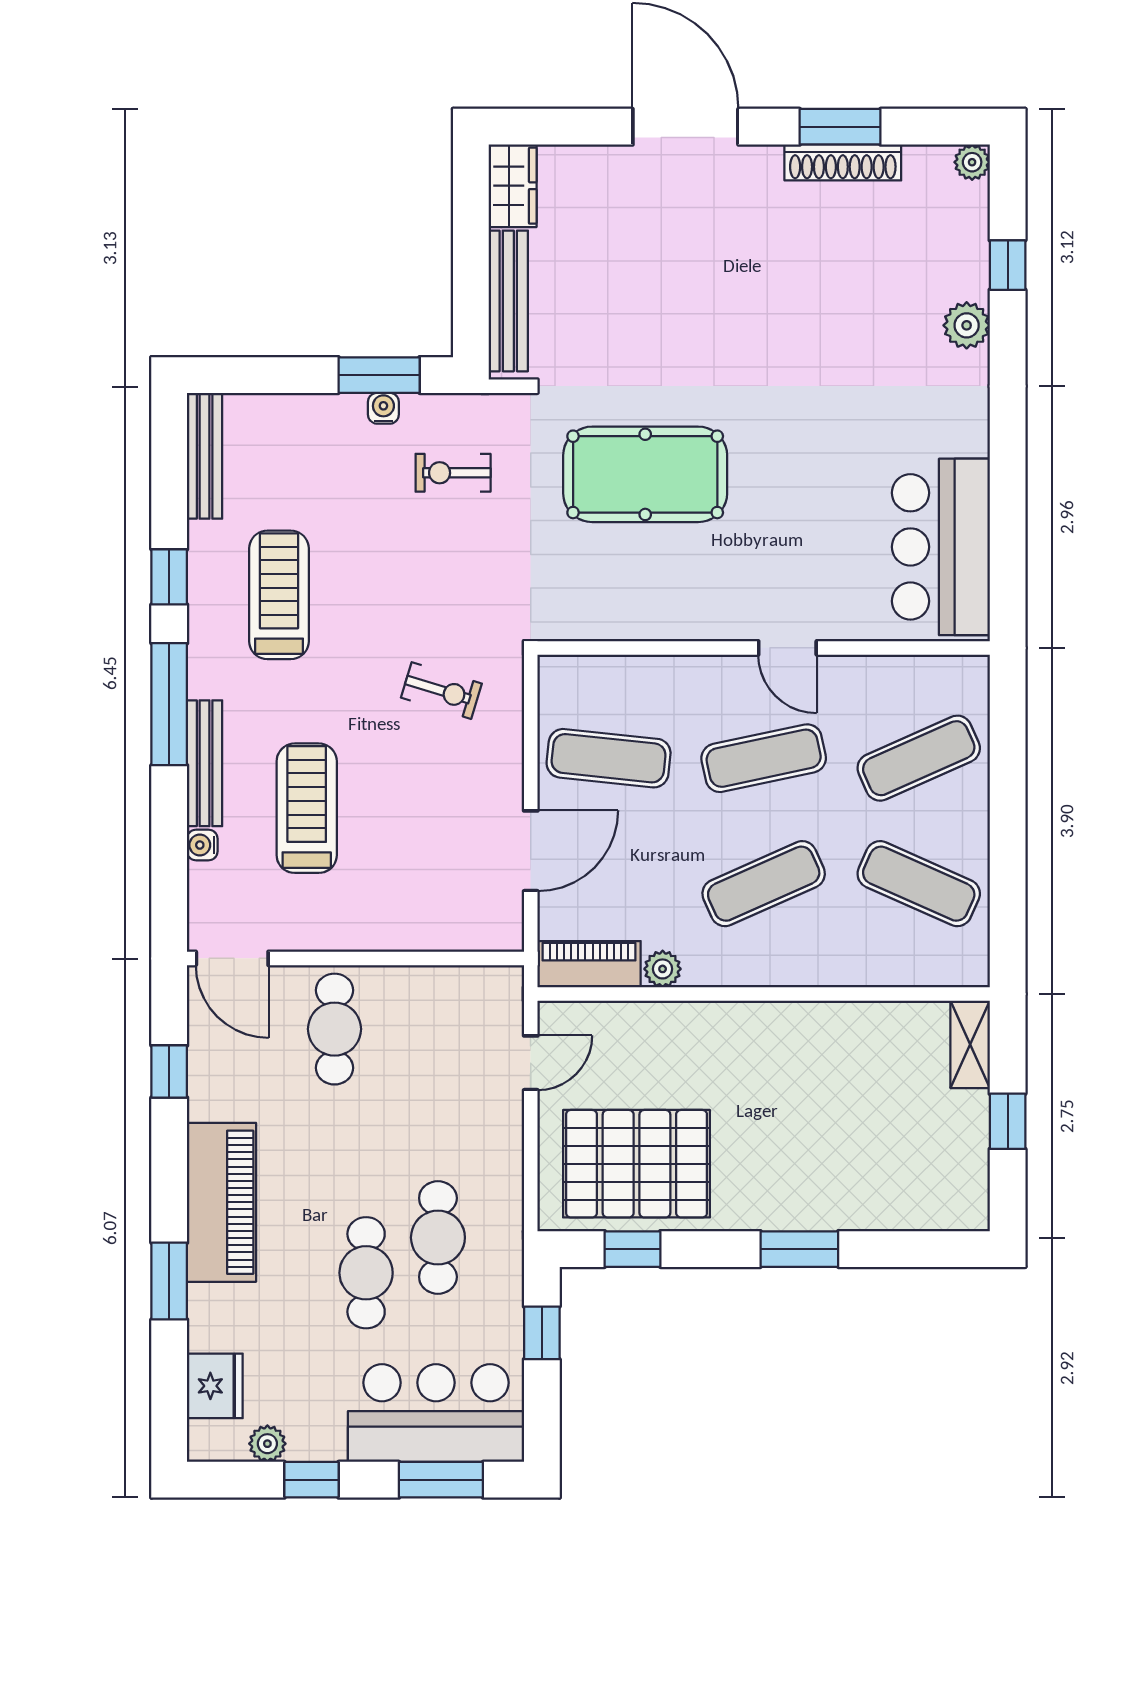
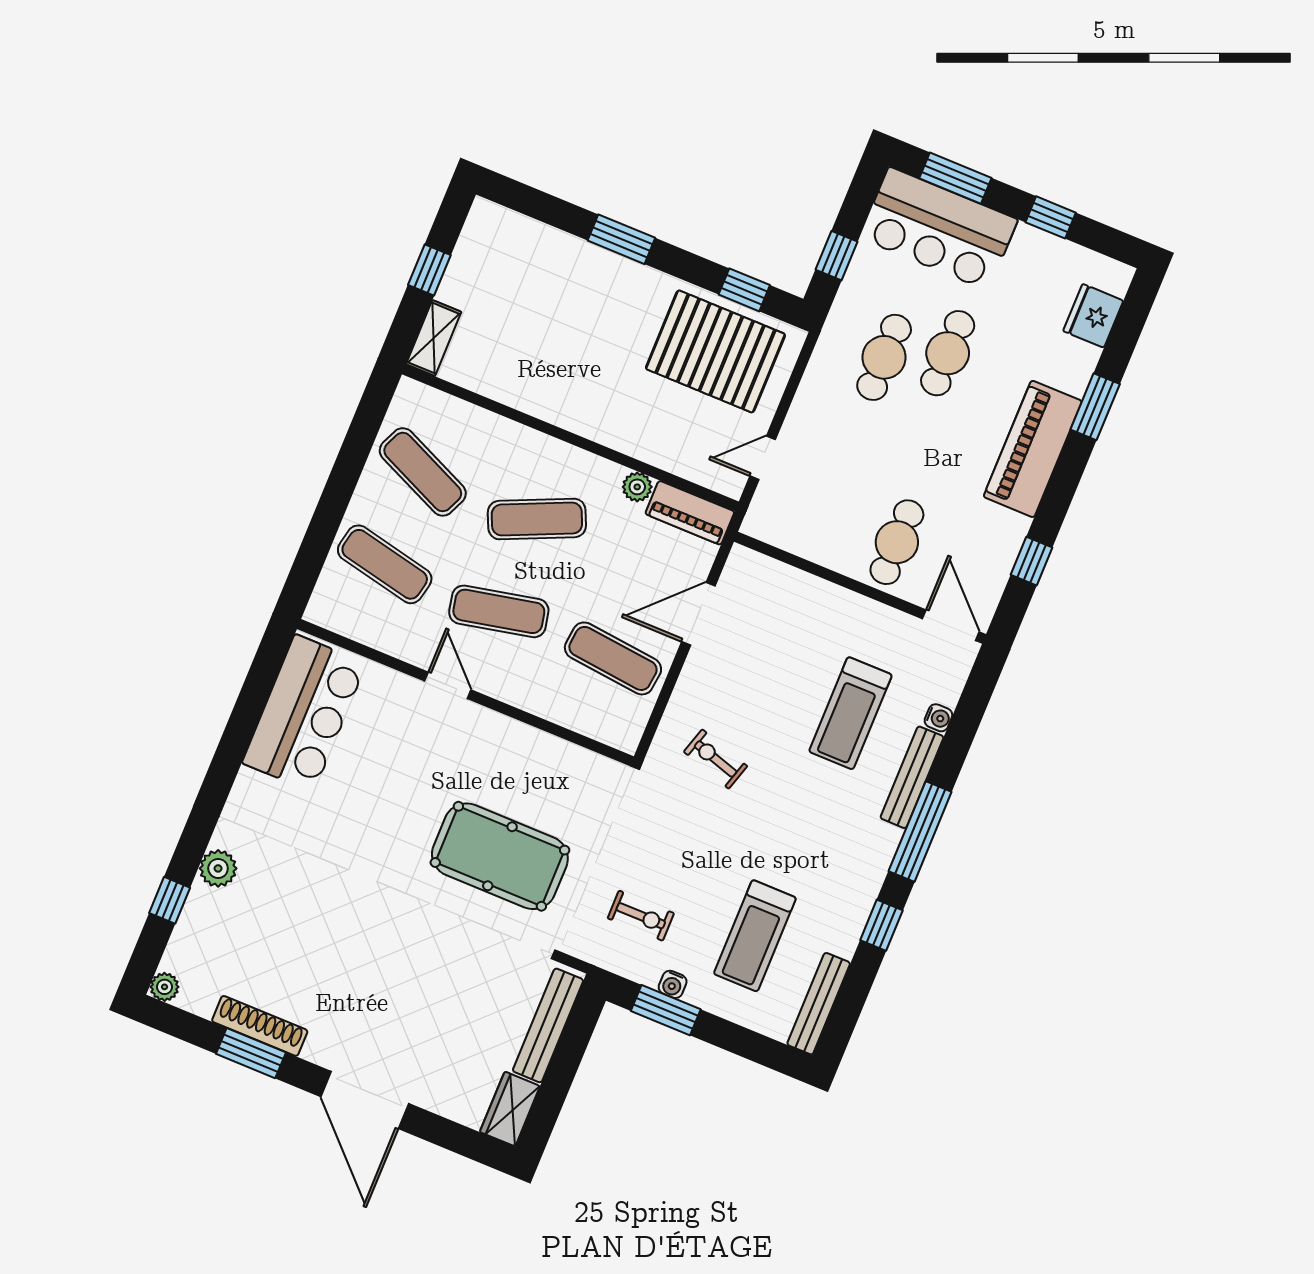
treadmill: (279, 595) -> (755, 936), moved
exercise mat: (919, 758) -> (385, 564), turned 36
plant: (267, 1444) -> (1072, 257), removed

